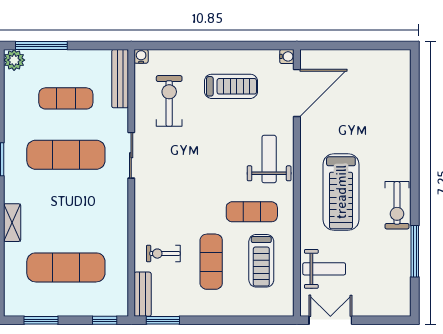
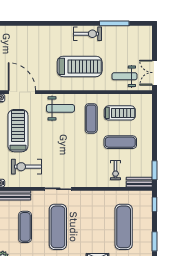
treadmill: (231, 86) -> (18, 131), width x1.37, depth x1.38
weight bench: (269, 159) -> (60, 108), turned 180
weight bench: (324, 269) -> (124, 76), turned -90

